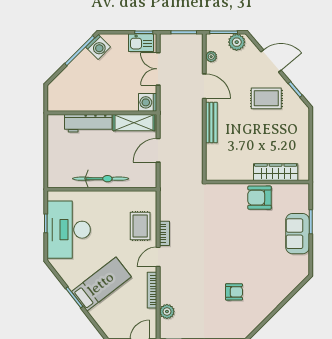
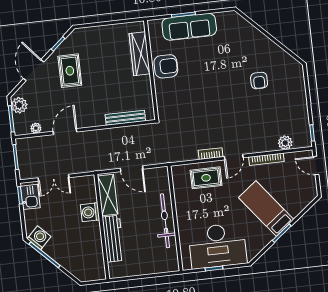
washing machine: (148, 102) -> (90, 212), moved, turned 90
bench: (211, 122) -> (125, 118), moved
armchair: (260, 198) -> (166, 66), turned -90
sofa: (298, 234) -> (189, 27), width x1.36
door: (158, 257) -> (234, 157), hinge flipped
armchair: (234, 292) -> (259, 81), turned 180

